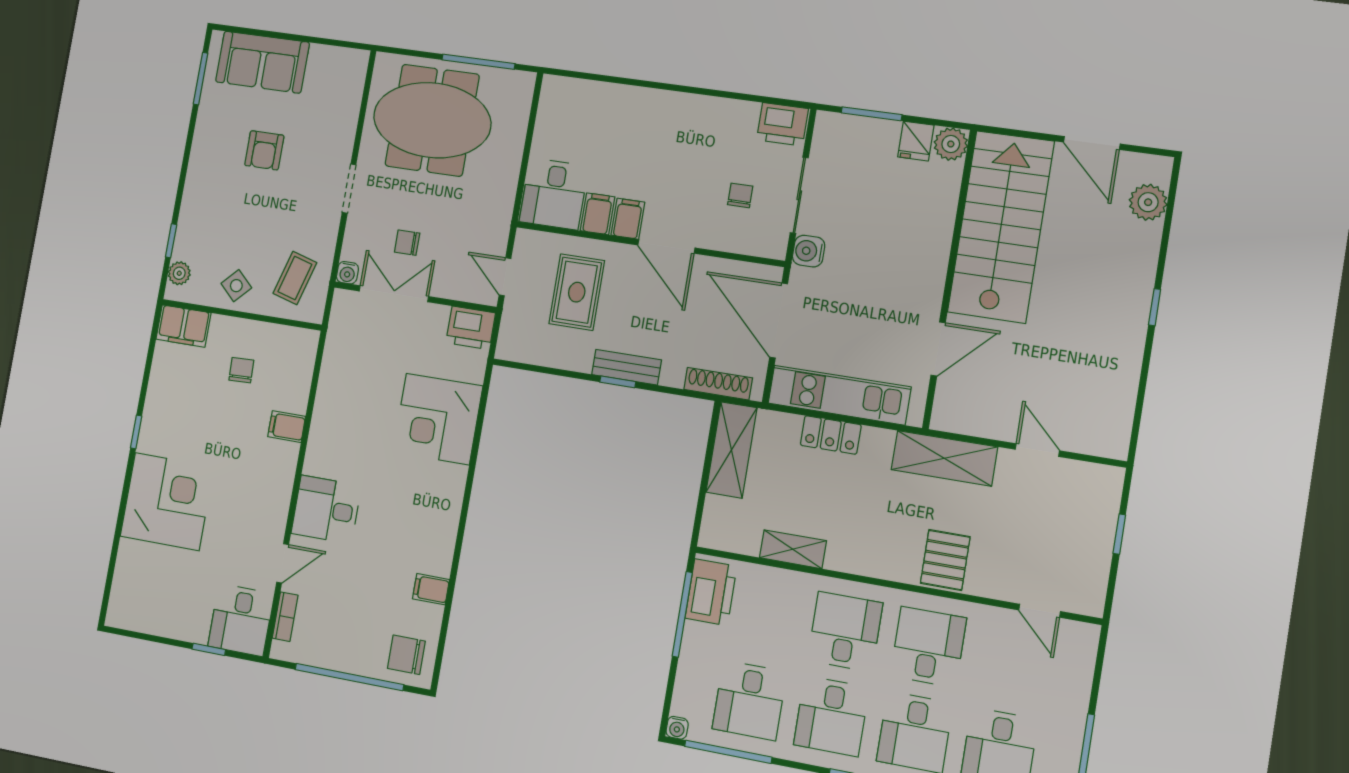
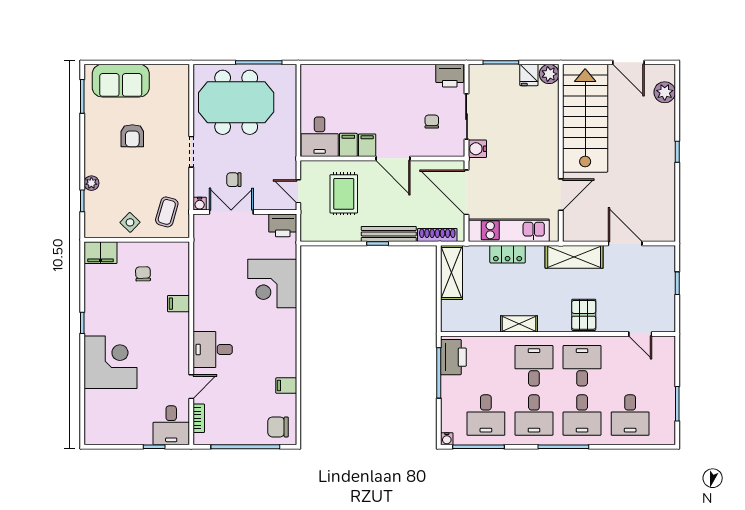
plant: (179, 273) -> (91, 183), moved
bench: (626, 367) -> (389, 234), width x1.36
door: (1037, 450) -> (625, 243), width x1.38
shelving: (793, 549) -> (519, 324), moved

